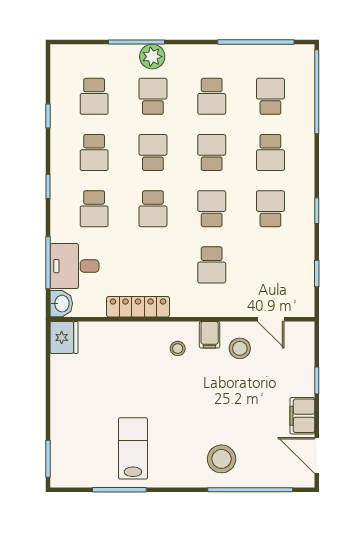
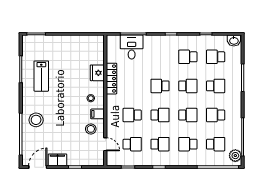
plant: (152, 57) -> (235, 156), moved
school desk: (94, 209) -> (132, 144), moved, turned 180
washbasin: (61, 304) -> (234, 41), moved
door: (271, 319) -> (105, 144), swing flipped
fridge: (64, 337) -> (97, 73), moved, turned 90
lab bench: (133, 448) -> (41, 76), turned 90

